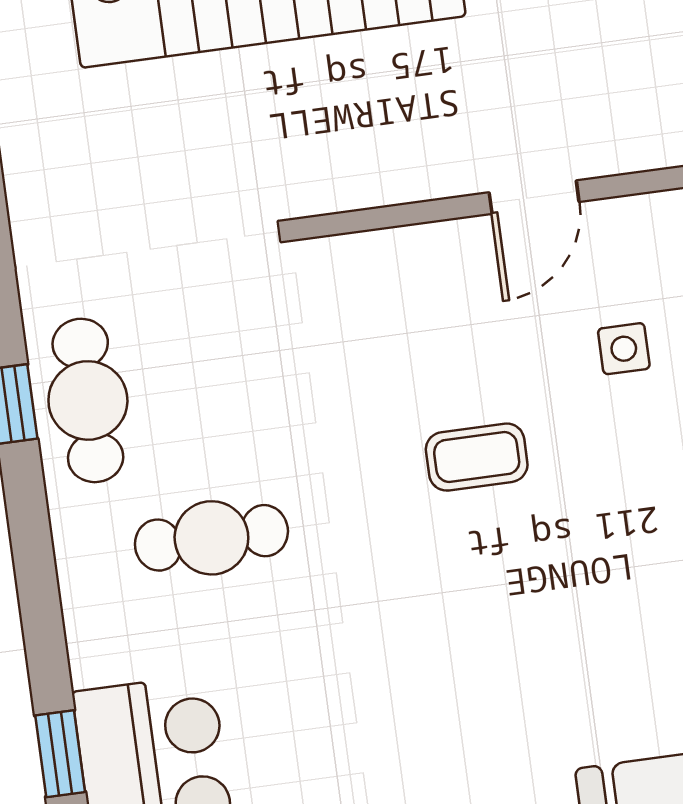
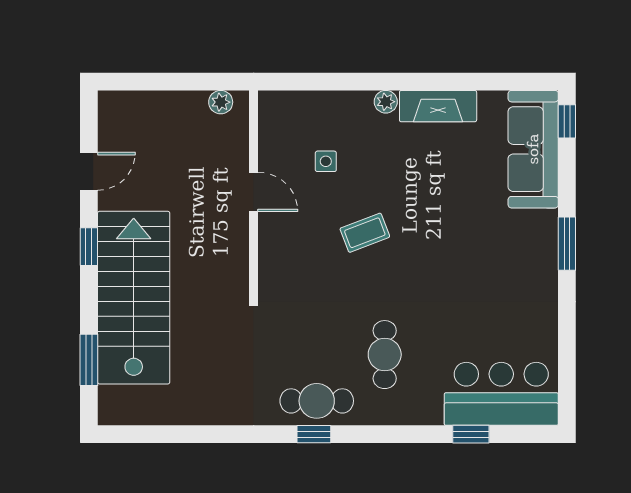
coffee table: (477, 457) -> (365, 233), turned 69

